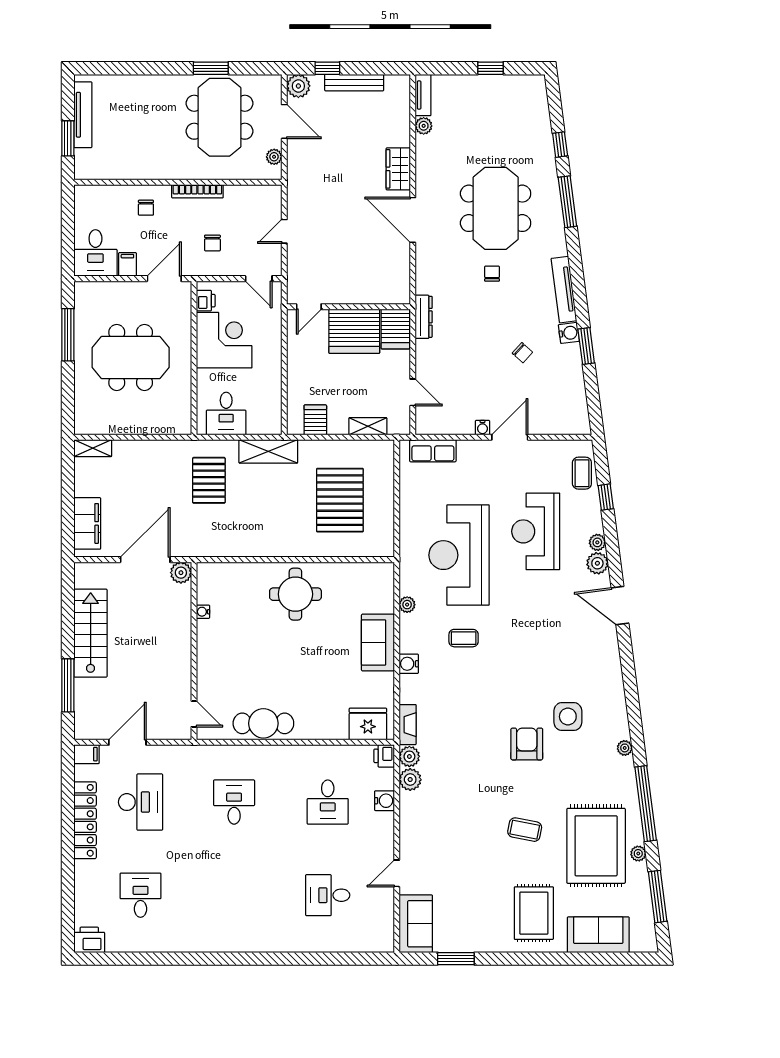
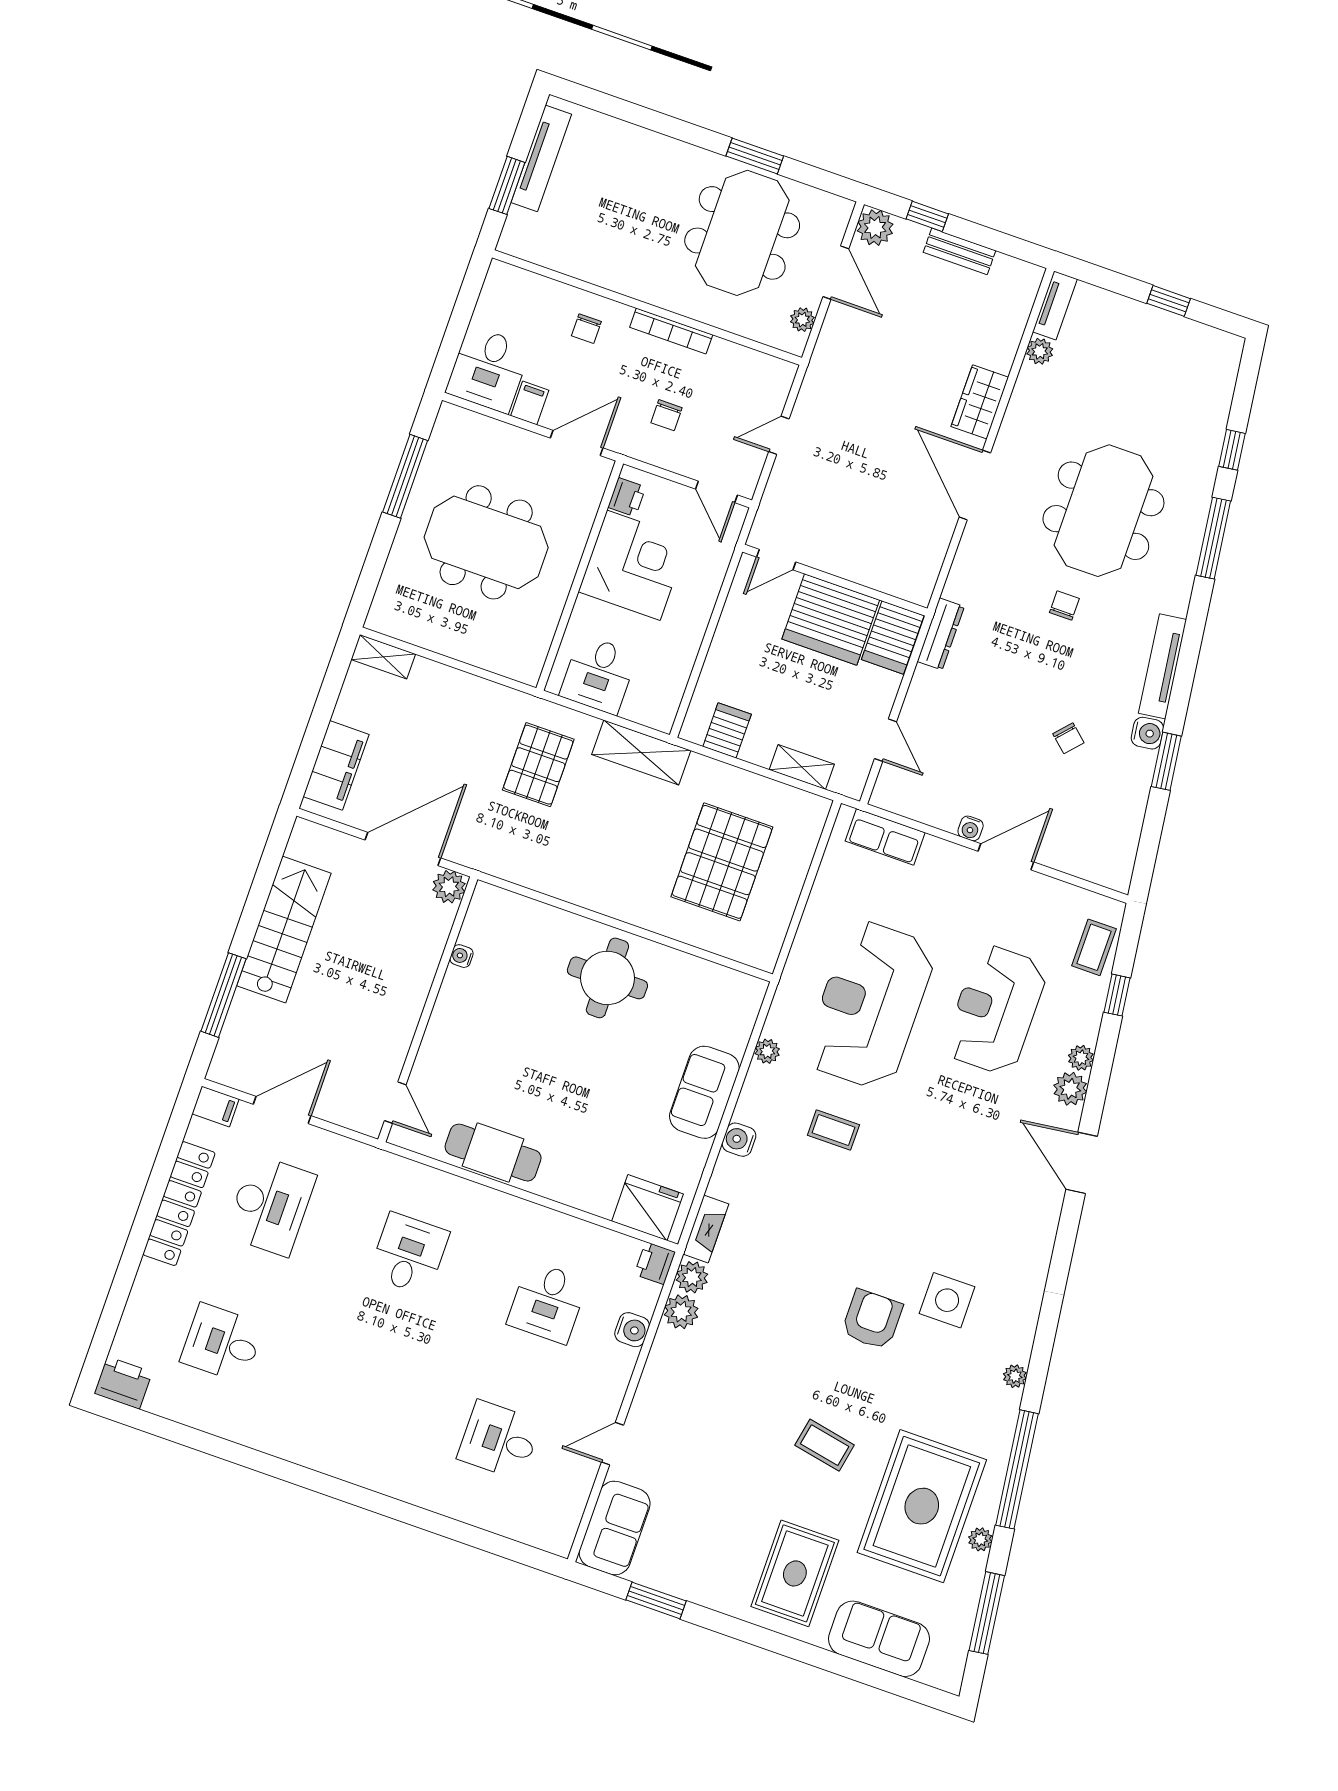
bench: (354, 83) -> (959, 251), width x0.73
desk: (141, 895) -> (222, 1343), turned -90

